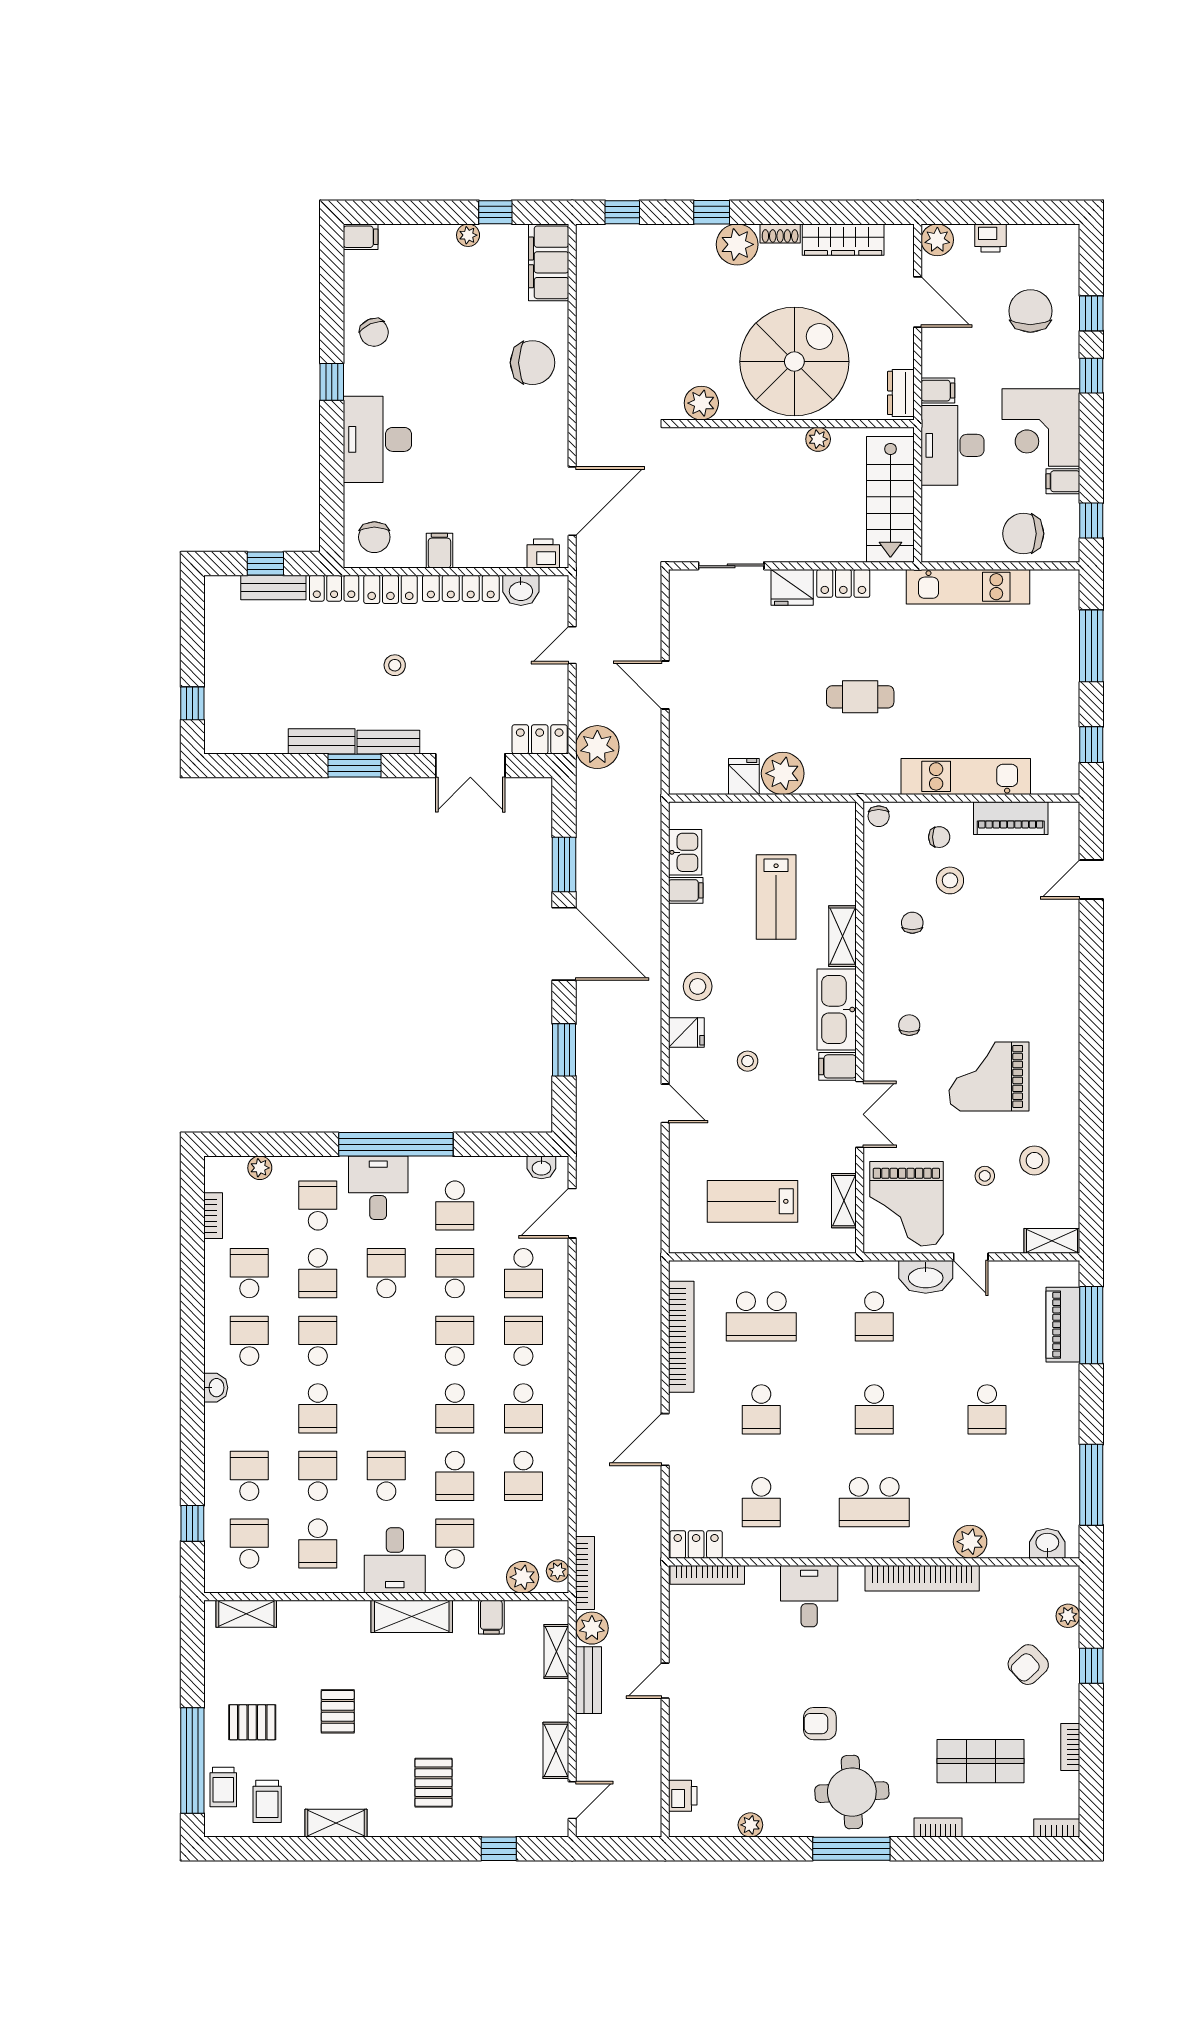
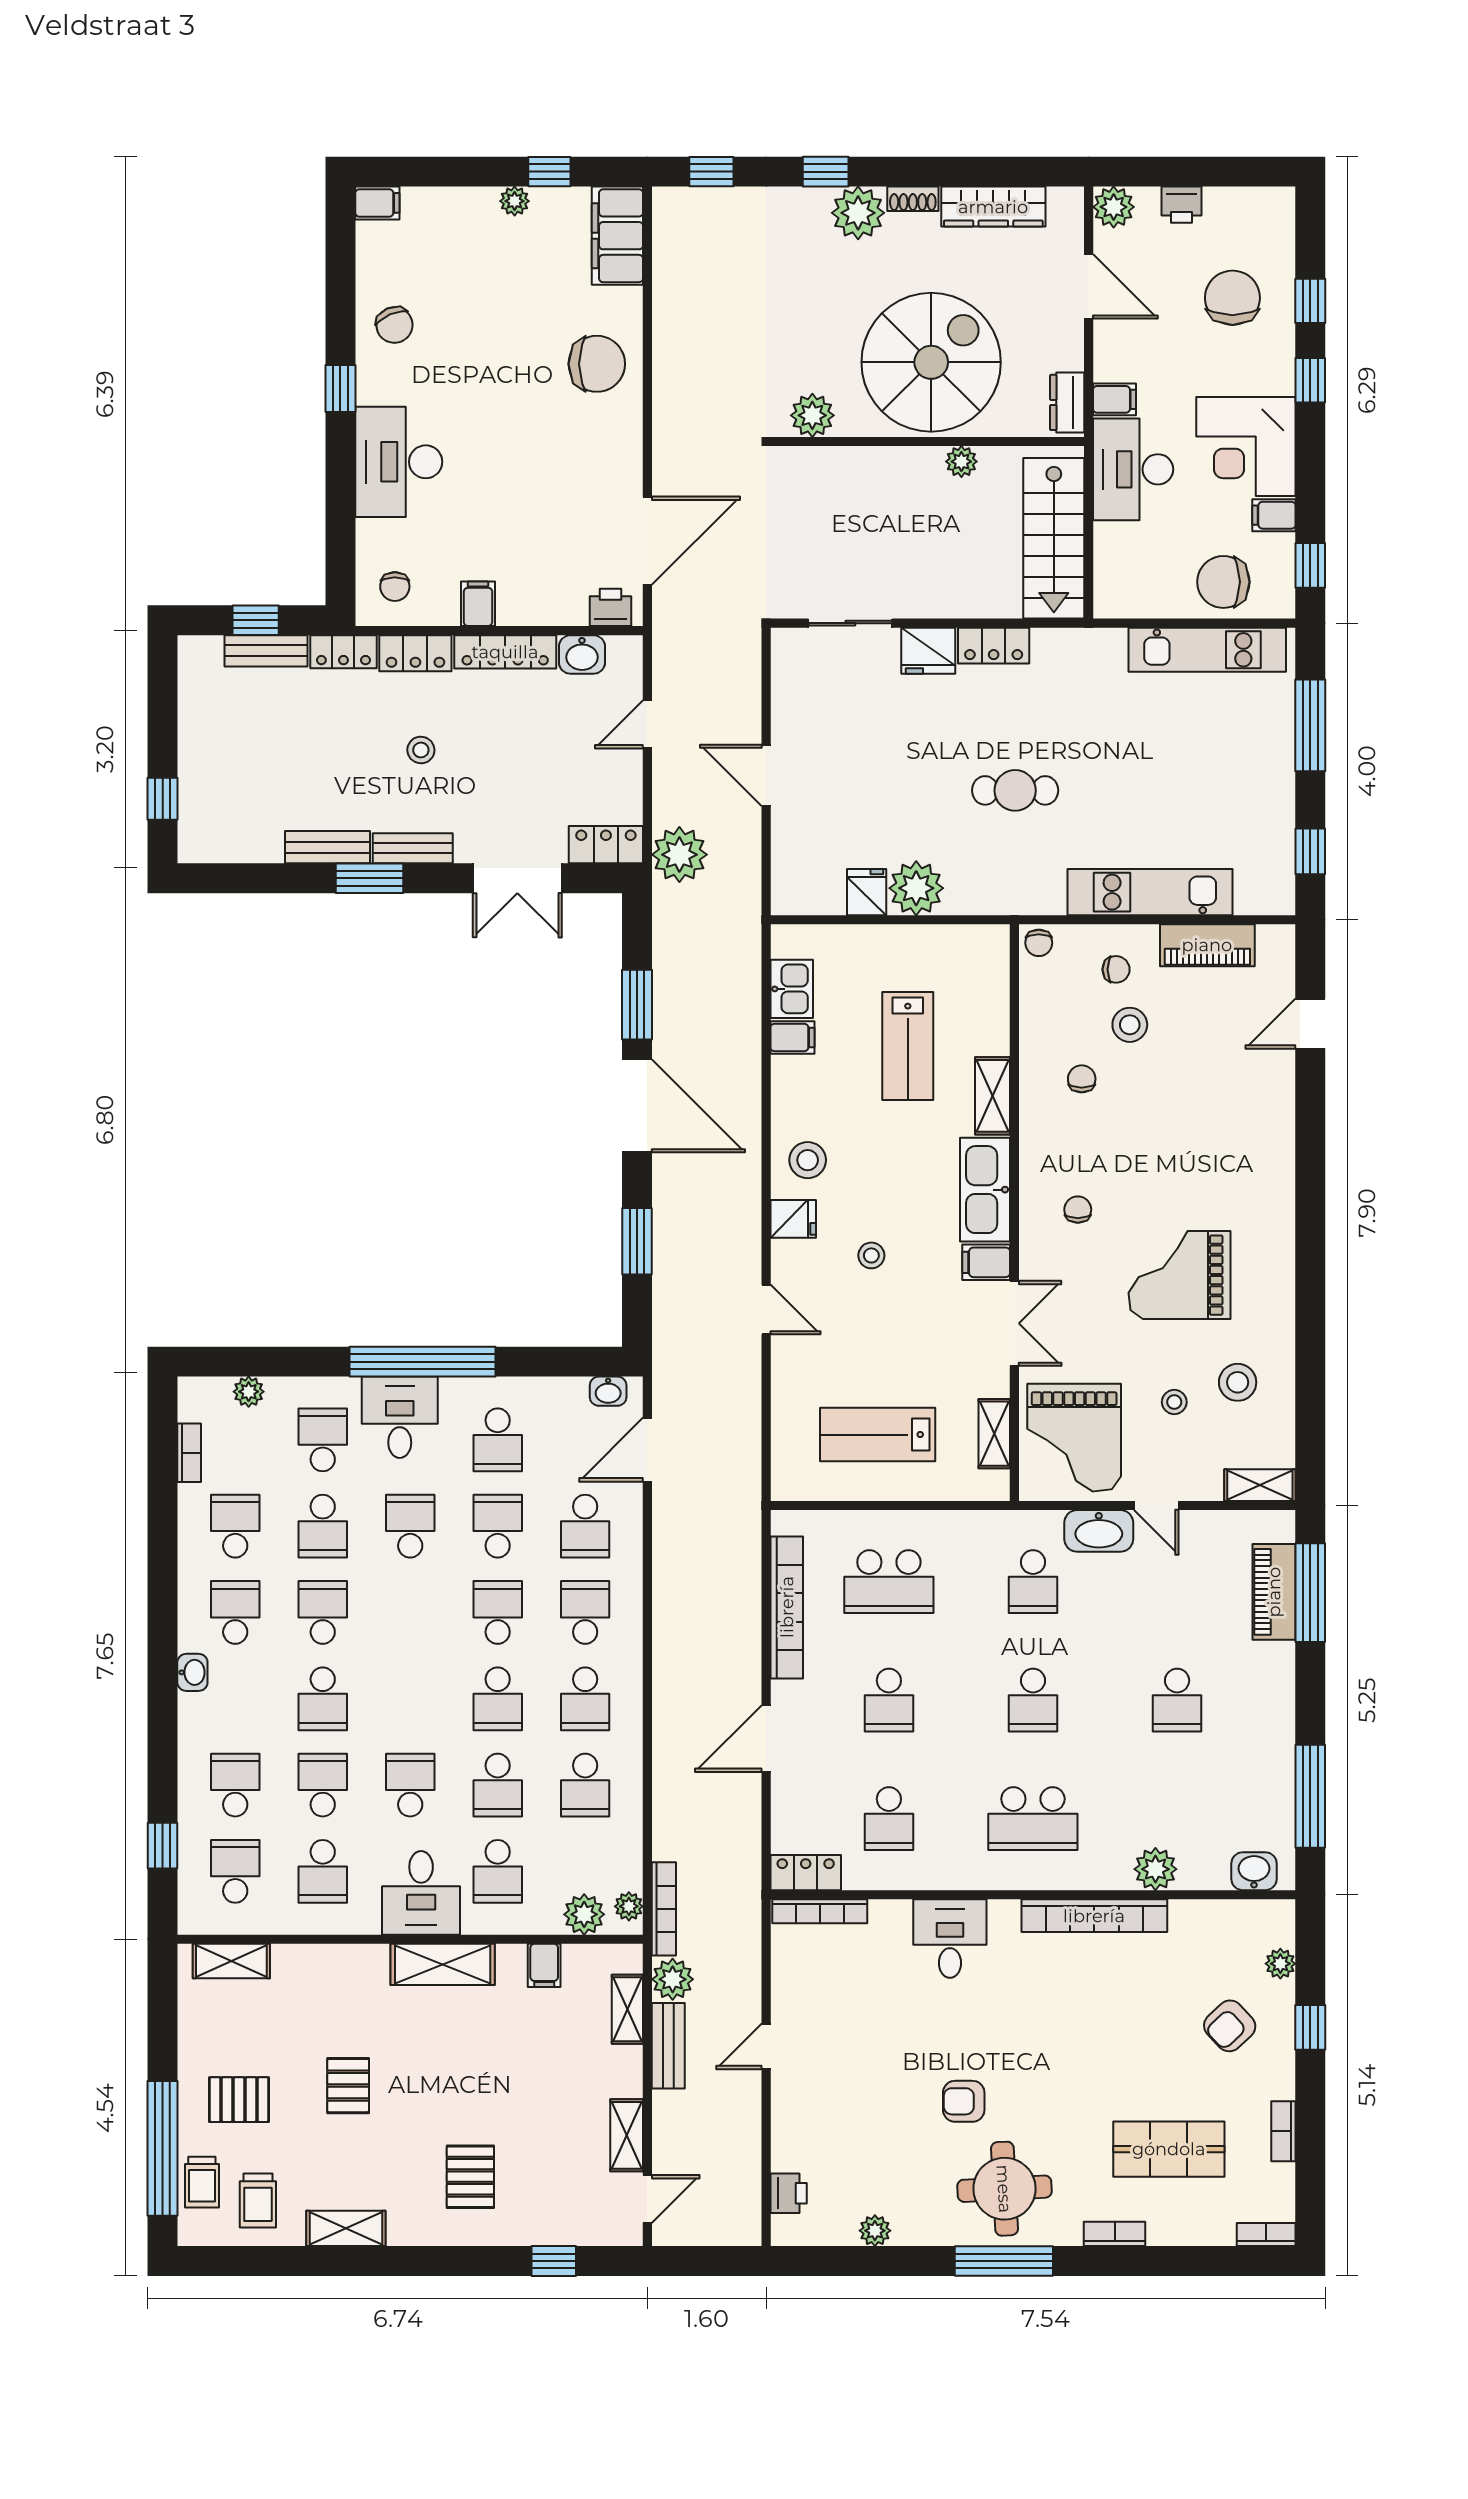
chair: (374, 537) -> (395, 587), width x0.73, depth x0.73
kitchen unit: (968, 587) -> (1207, 650), moved
school desk: (455, 1544) -> (498, 1871), turned 180

